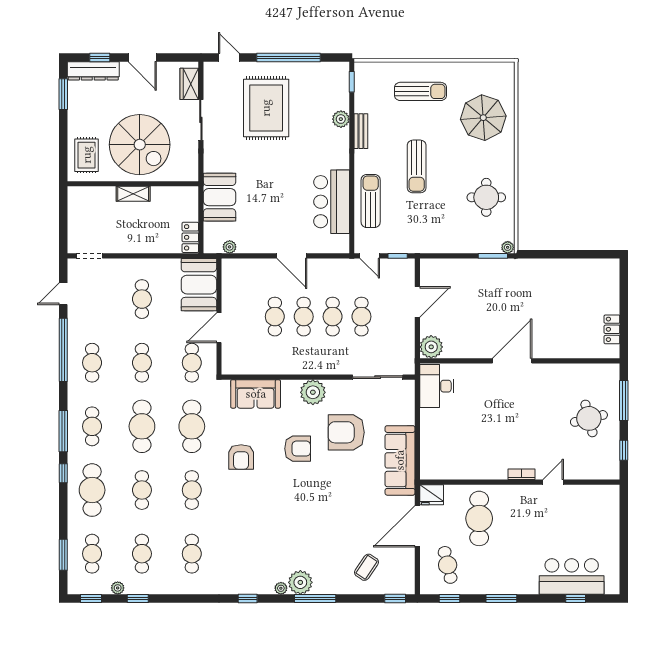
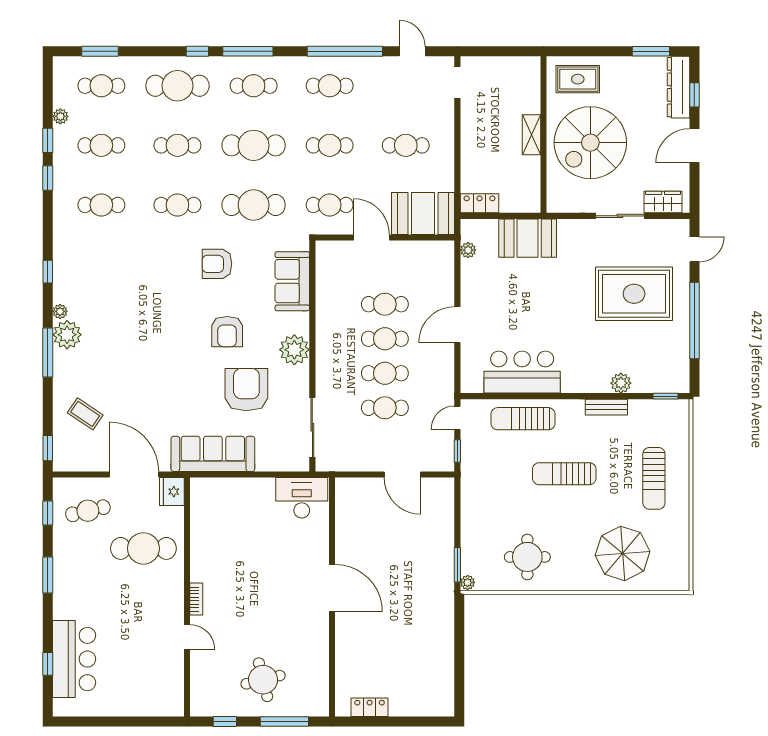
sun lounger: (371, 201) -> (523, 419), turned 180
plant: (431, 347) -> (349, 491), removed
window: (91, 598) -> (48, 178), moved

